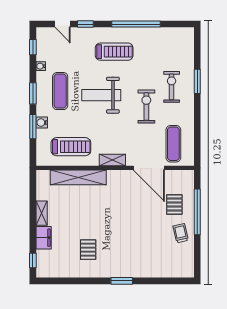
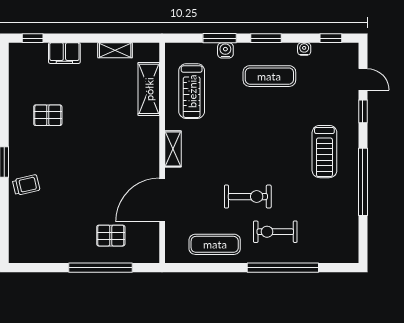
door: (63, 24) -> (363, 79), swing flipped
window: (197, 81) -> (283, 268), width x2.11
exercise bike: (172, 87) -> (275, 232), turned 180
weight bench: (101, 95) -> (264, 134), removed
exercise mat: (173, 144) -> (215, 244), moved
shelving: (78, 177) -> (149, 89), width x0.68
shelving: (42, 213) -> (115, 50), moved
trolley: (181, 233) -> (26, 185), moved

